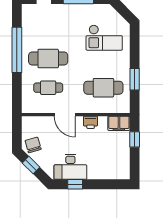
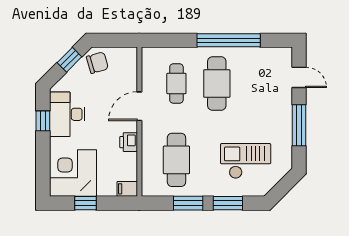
checkout: (104, 38) -> (246, 161), turned 90
window: (135, 51) -> (228, 203), added
filing cabinet: (119, 123) -> (127, 189), width x0.50
window: (135, 139) -> (85, 203), moved
corner desk: (113, 163) -> (73, 173), added

